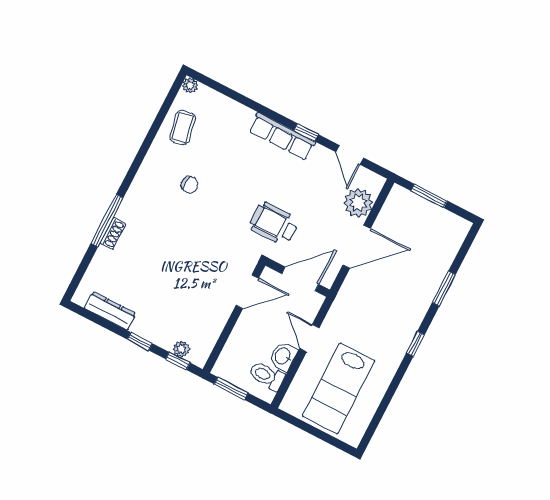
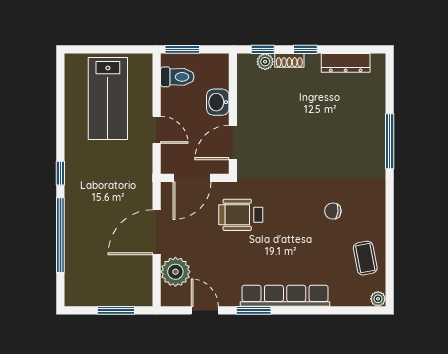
window: (306, 132) -> (254, 310), width x1.50
row of seats: (282, 136) -> (285, 296), width x1.36
wheelchair: (274, 224) -> (241, 215), turned 180
shoe rack: (113, 233) -> (289, 60), moved, turned -90
window: (444, 289) -> (60, 235), width x2.11
washbasin: (283, 356) -> (218, 102), moved, turned 180
window: (231, 388) -> (182, 49), moved
lab bench: (339, 389) -> (108, 98), turned 180

